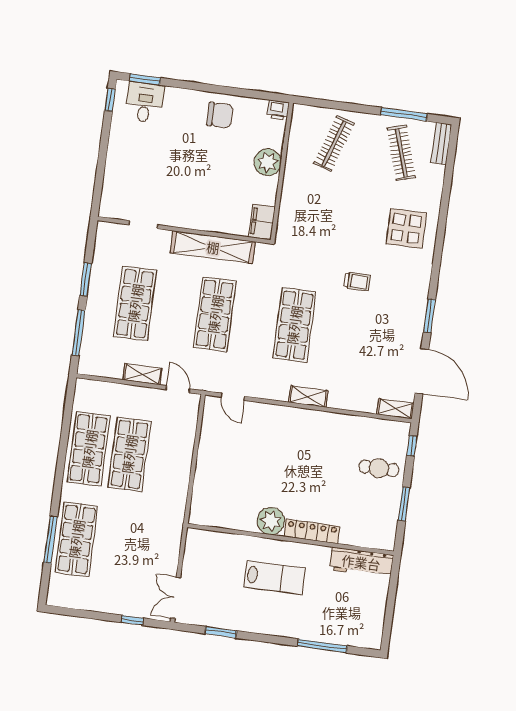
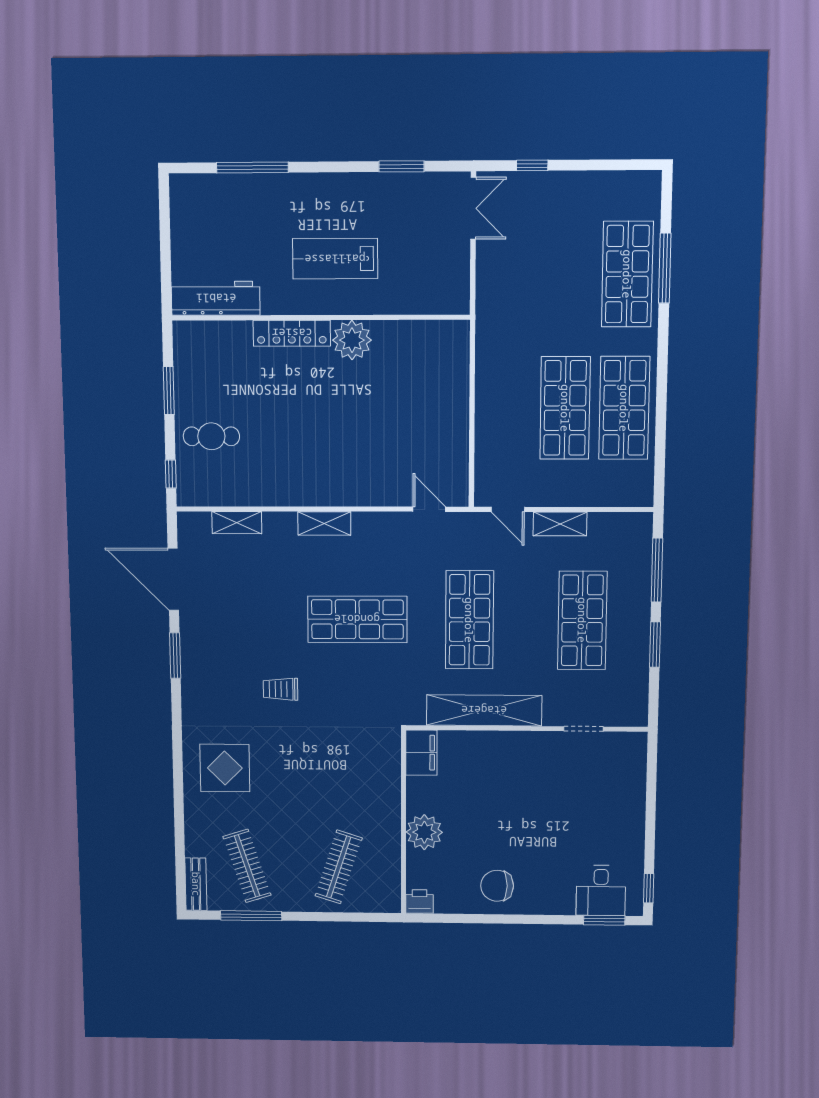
shop shelf: (294, 325) -> (357, 619), turned 90
shelving: (395, 409) -> (237, 523), moved

